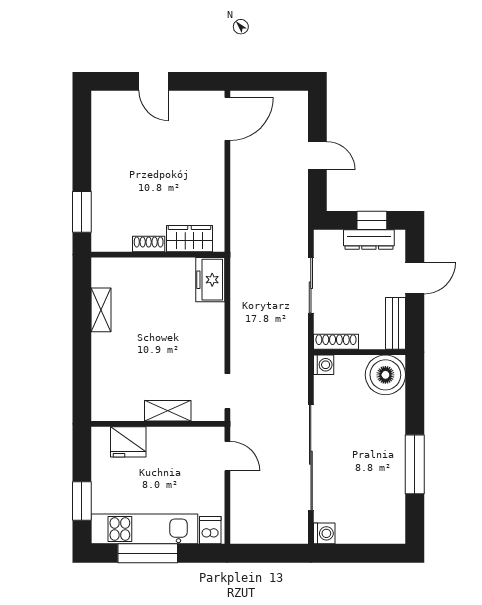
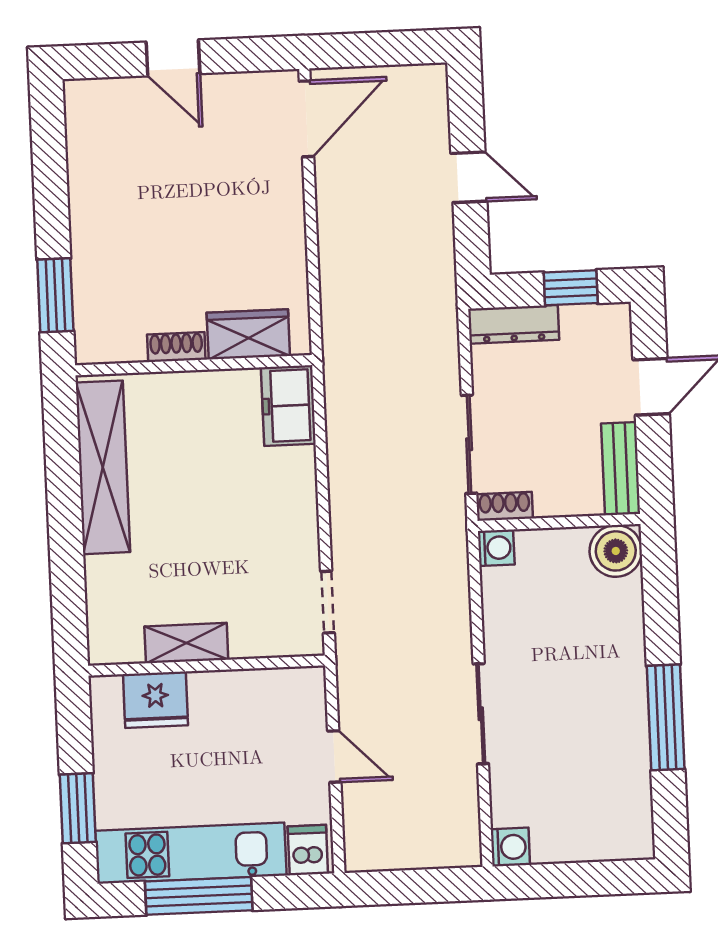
dresser: (369, 240) -> (514, 324), moved
sliding door: (311, 285) -> (469, 444), moved
shelving: (101, 310) -> (103, 467), width x2.20, depth x1.33
shoe rack: (336, 342) -> (504, 506), width x0.70
boiler: (385, 375) -> (616, 551), width x0.73, depth x0.73
shelving: (168, 411) -> (186, 643), moved
door: (227, 456) -> (334, 757), moved
sliding door: (311, 458) -> (481, 714), width x0.54

